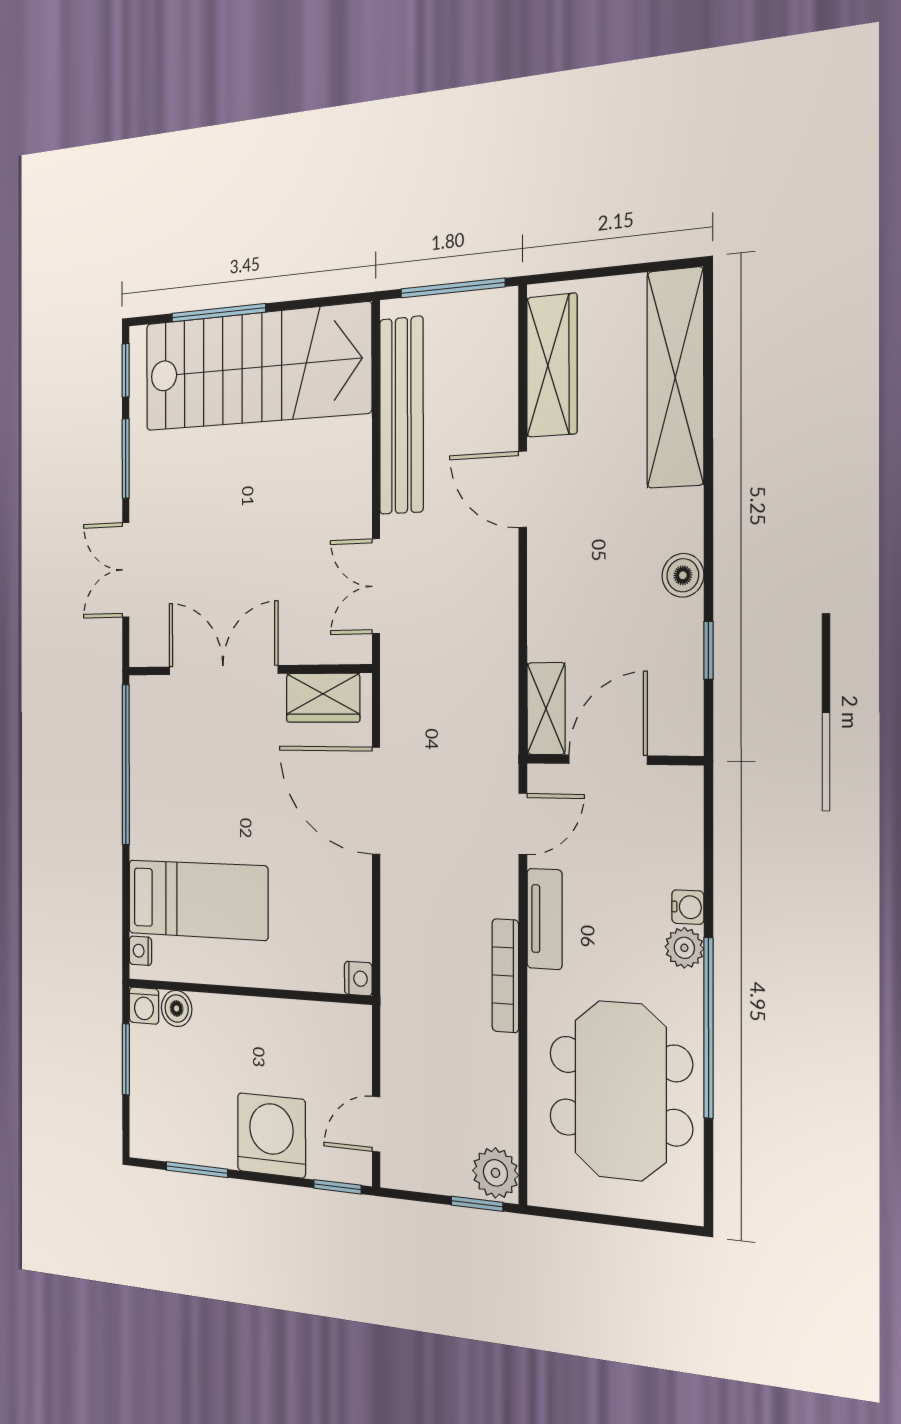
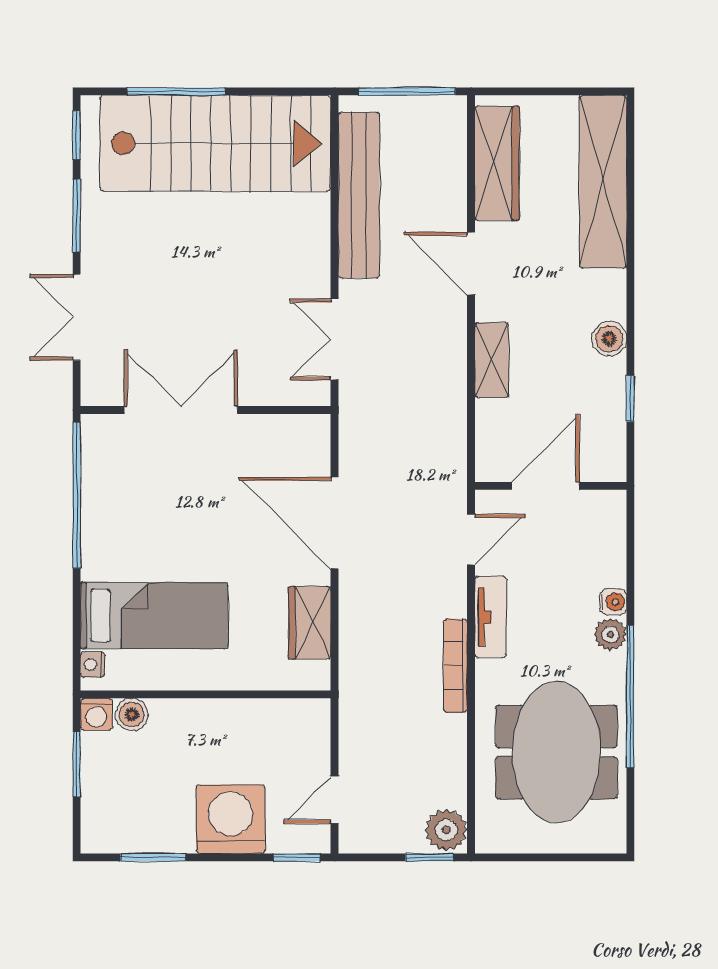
wardrobe: (323, 698) -> (310, 623), moved, turned 90
shelving: (546, 709) -> (492, 360), moved
nightstand: (358, 979) -> (317, 676), removed

